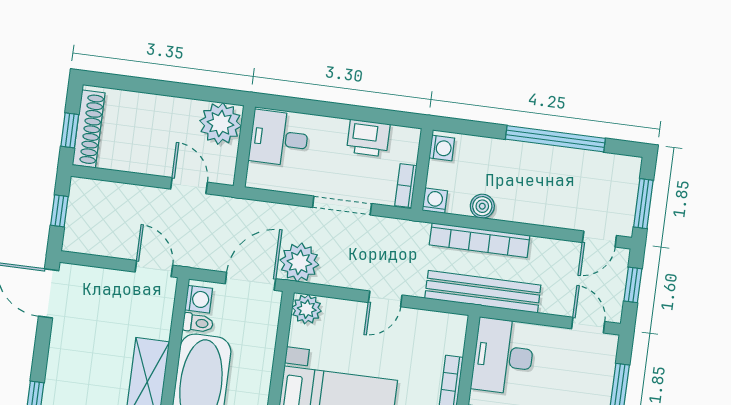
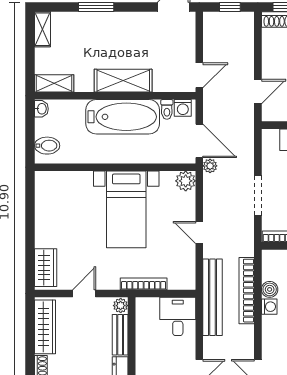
washing machine: (435, 201) -> (269, 307), moved
plant: (299, 262) -> (210, 166), width x0.53, depth x0.53
desk: (503, 356) -> (178, 316), width x0.73

